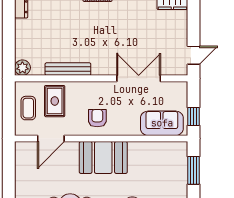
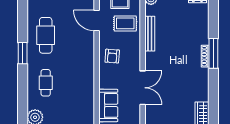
armchair: (97, 118) -> (112, 56), turned 94
booth: (103, 157) -> (82, 61), removed

